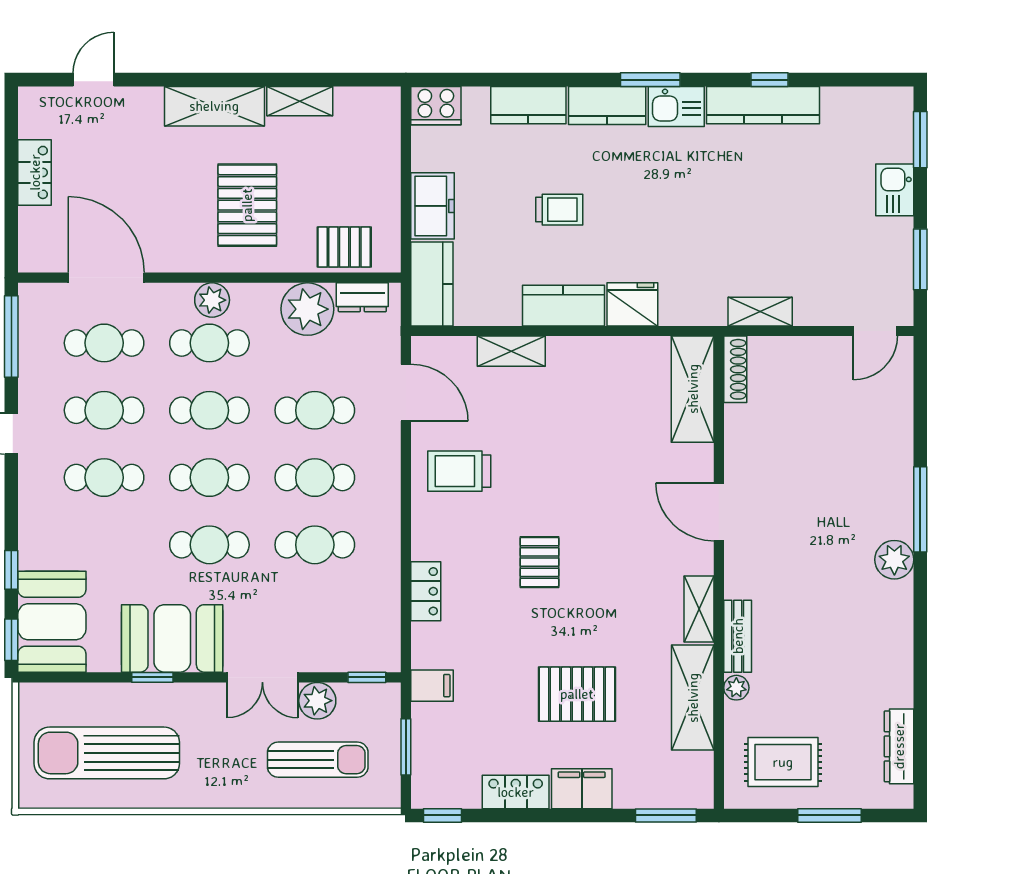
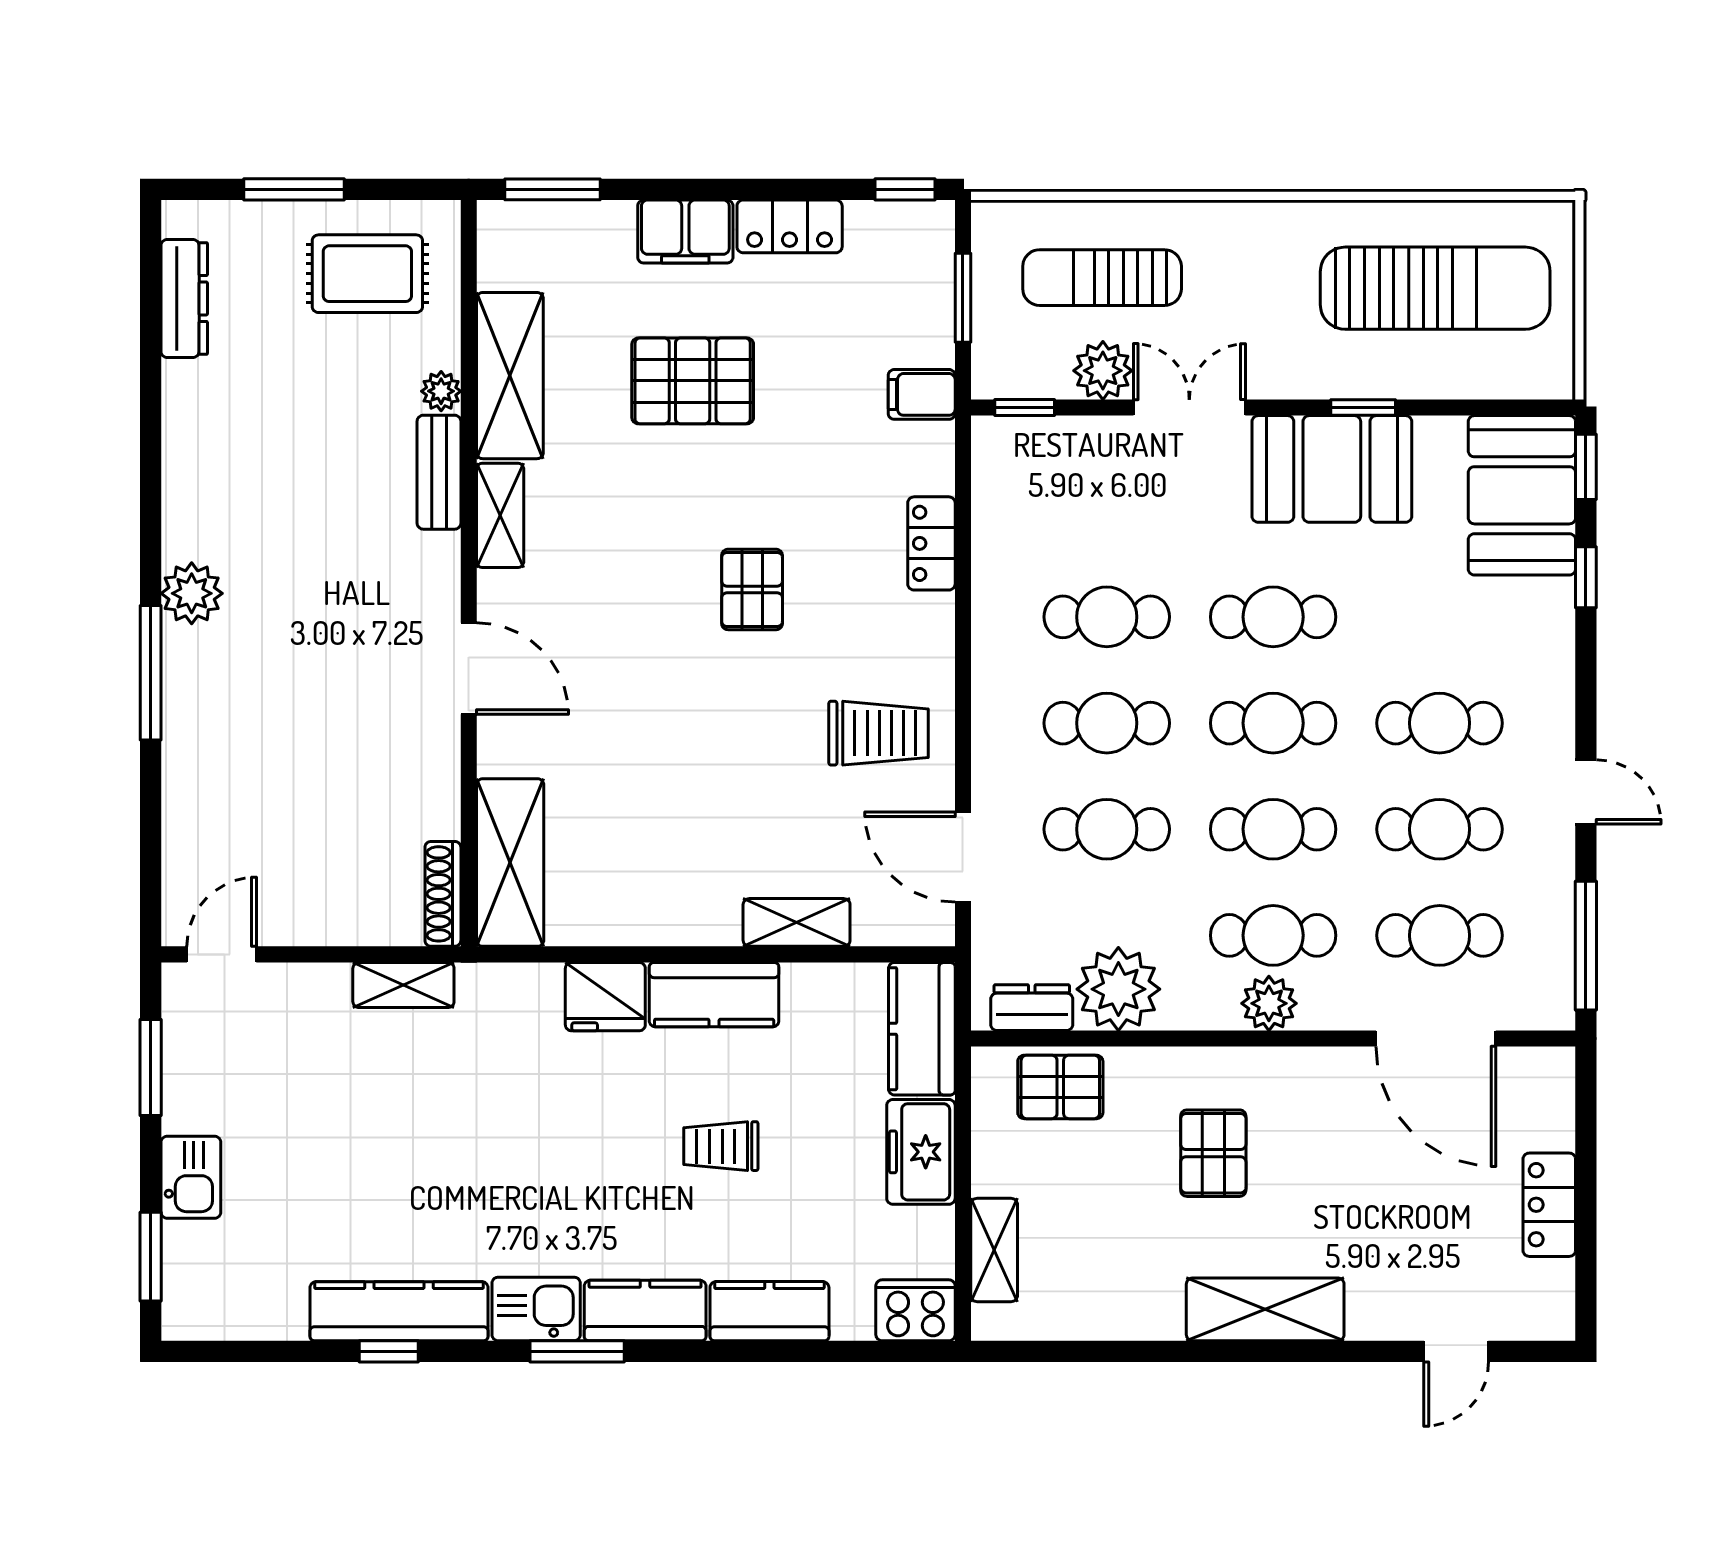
shelving: (300, 101) -> (994, 1250), moved, turned 90
pallet: (247, 205) -> (1213, 1153), width x0.67, depth x0.71

